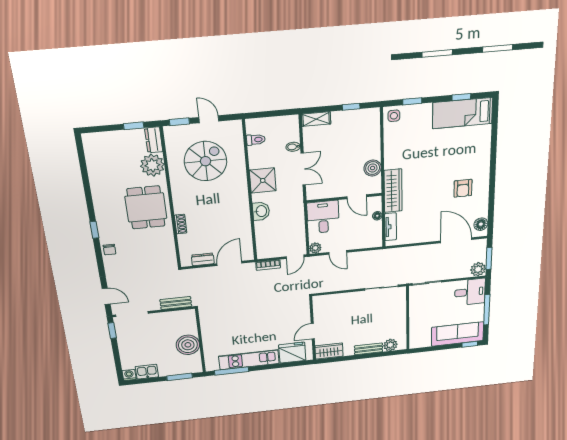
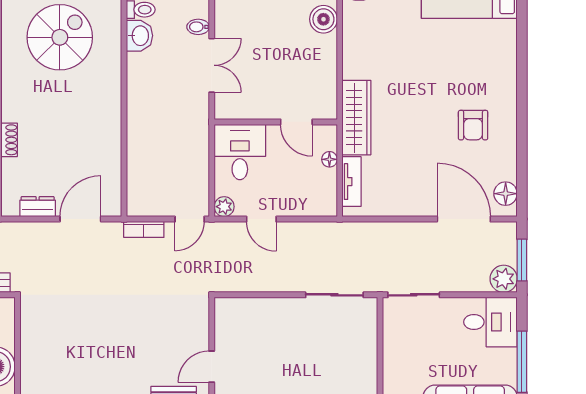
boiler: (373, 168) -> (323, 19), moved
shower: (263, 180) -> (146, 78), removed
washbasin: (261, 211) -> (140, 36), moved

